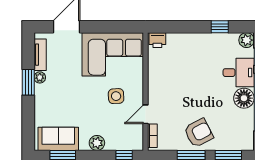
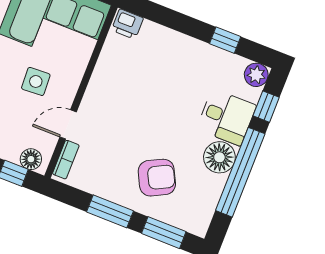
armchair: (199, 133) -> (157, 178), moved
floor lamp: (131, 144) -> (31, 159), added

